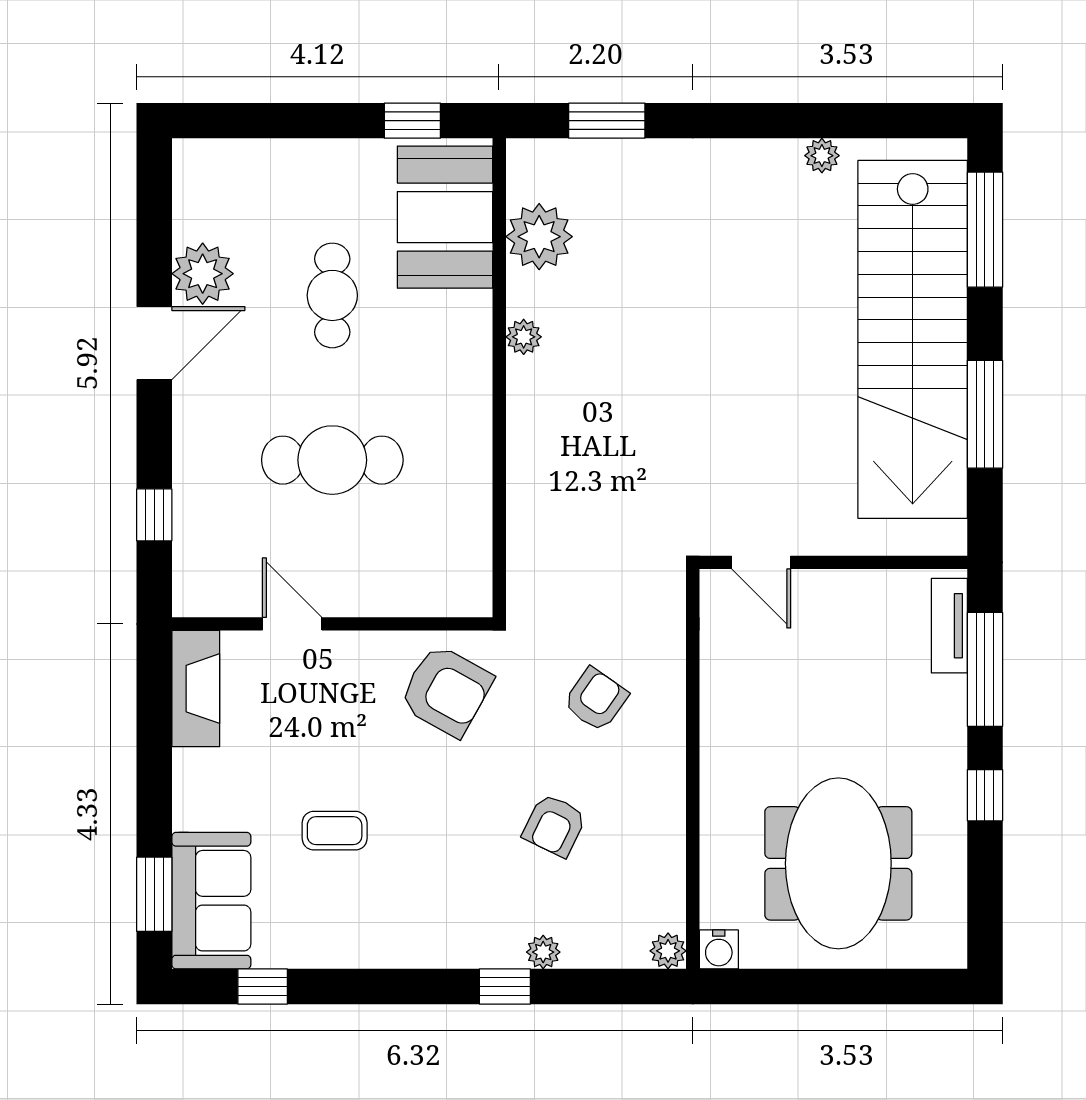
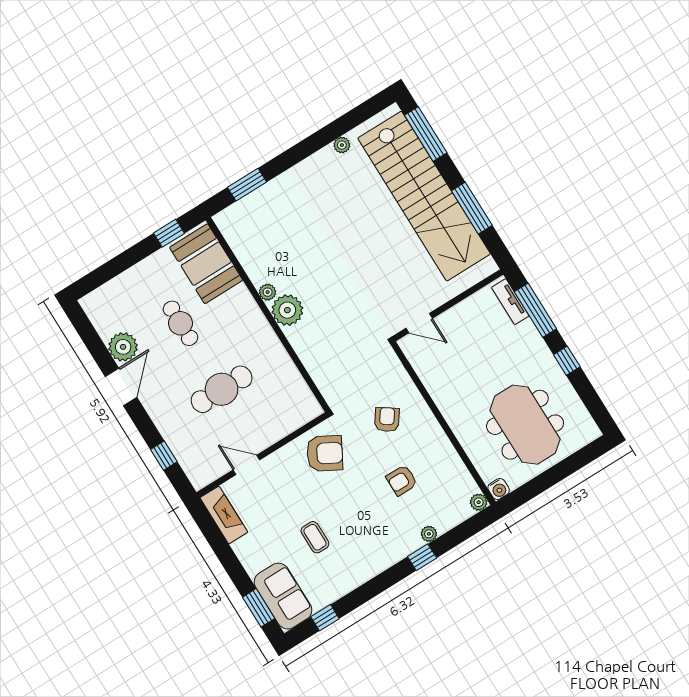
plant: (539, 237) -> (287, 310), moved
armchair: (554, 825) -> (402, 480), turned 64
coffee table: (335, 831) -> (315, 537), turned 90

